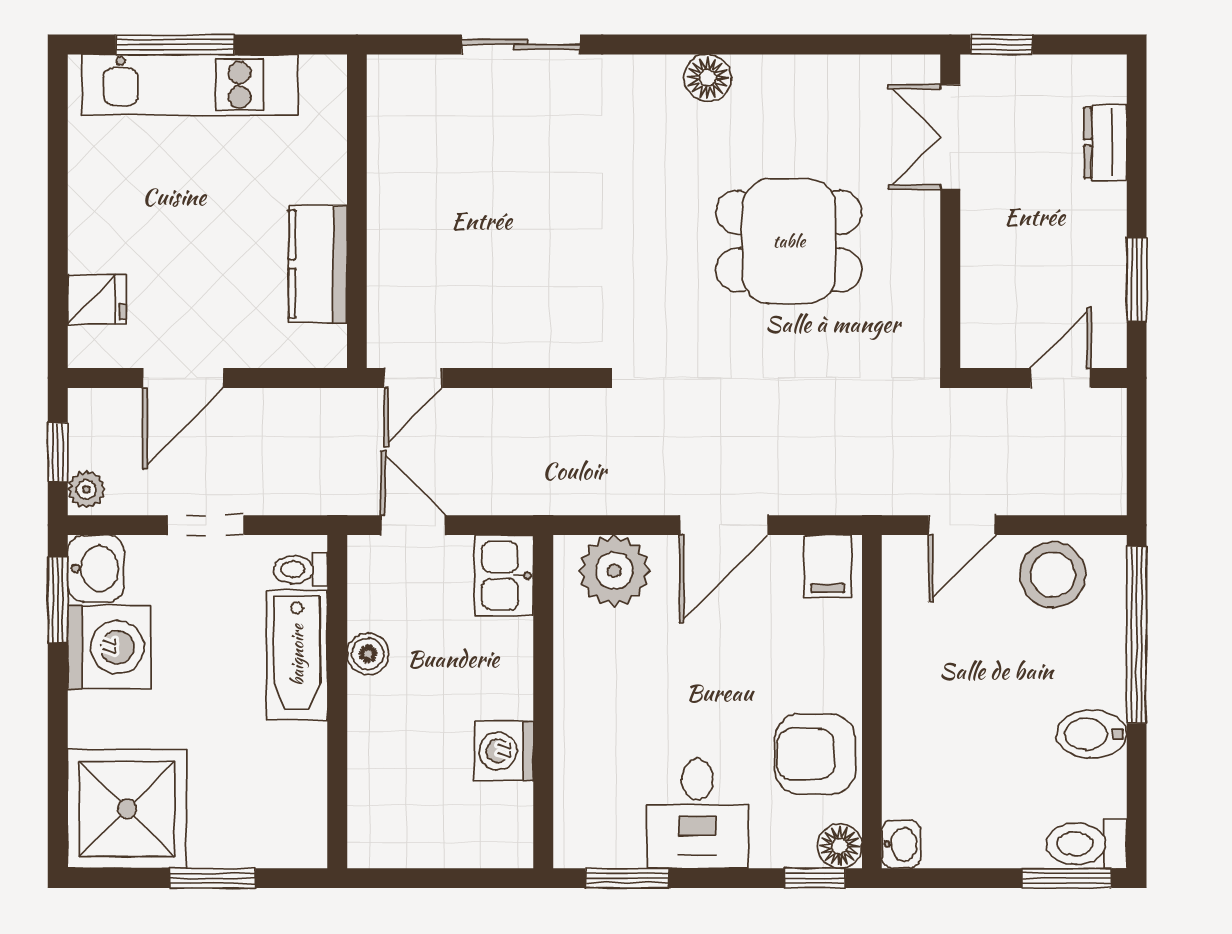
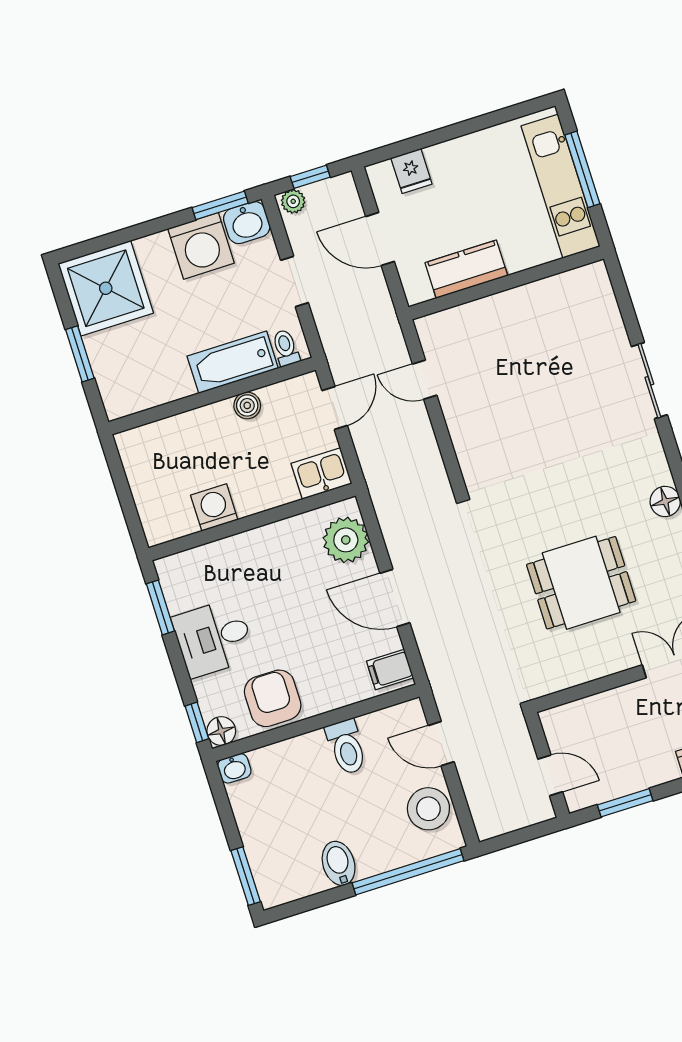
wall: (357, 211) -> (506, 283), moved
dining table: (789, 241) -> (581, 583), turned 90
kitchen counter: (318, 264) -> (466, 269), moved
toilet: (1086, 844) -> (346, 747), moved, turned 180

